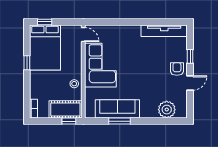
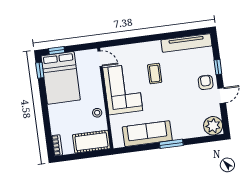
coffee table: (131, 55) -> (155, 74), added
window: (27, 63) -> (40, 70), moved
plant: (167, 110) -> (213, 126), moved
window: (69, 121) -> (97, 154), removed
window: (119, 121) -> (171, 144), moved

